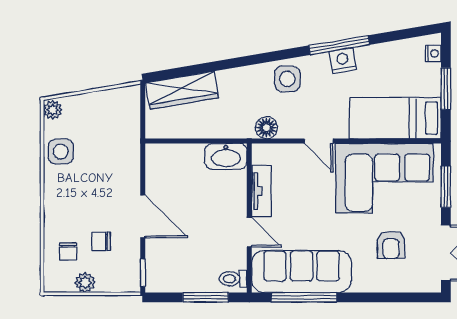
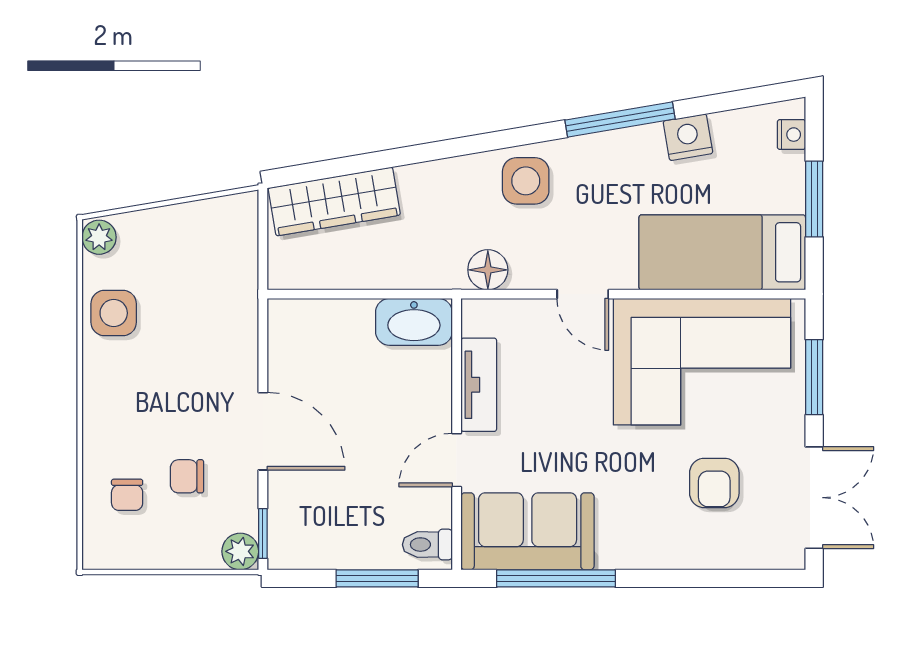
nightstand: (343, 61) -> (688, 137), moved
door: (249, 232) -> (457, 460), swing flipped
sofa: (301, 271) -> (528, 531), width x0.73
plant: (85, 283) -> (240, 551), moved

